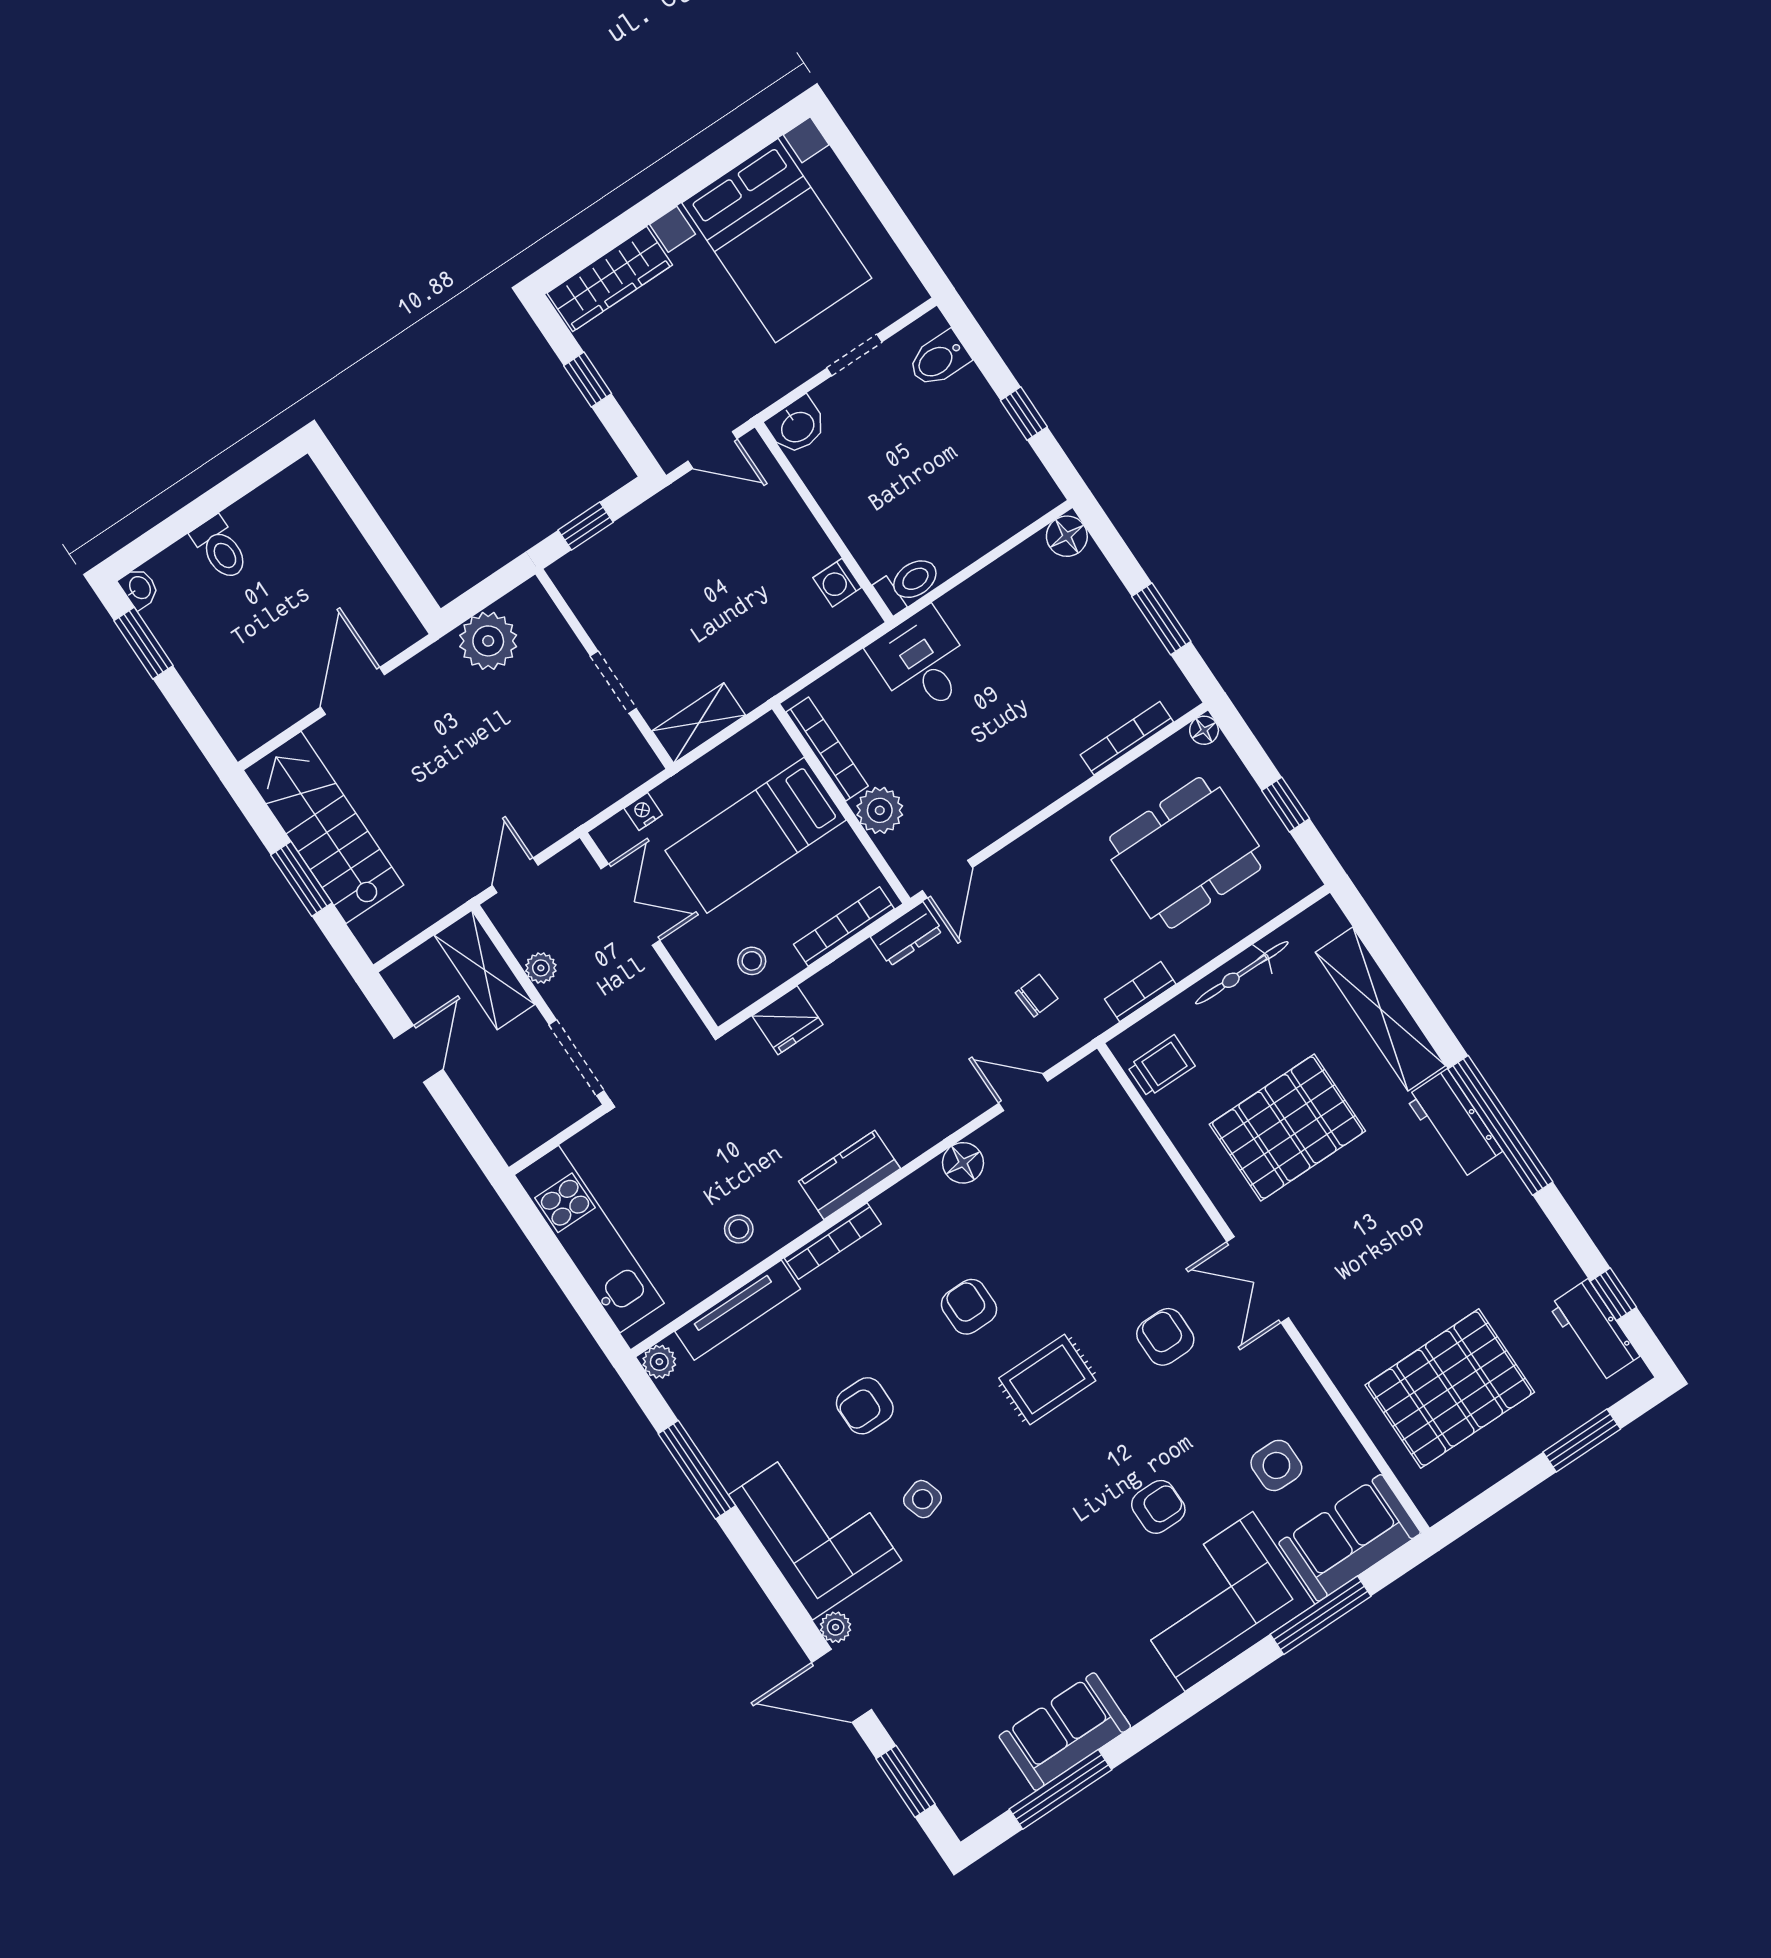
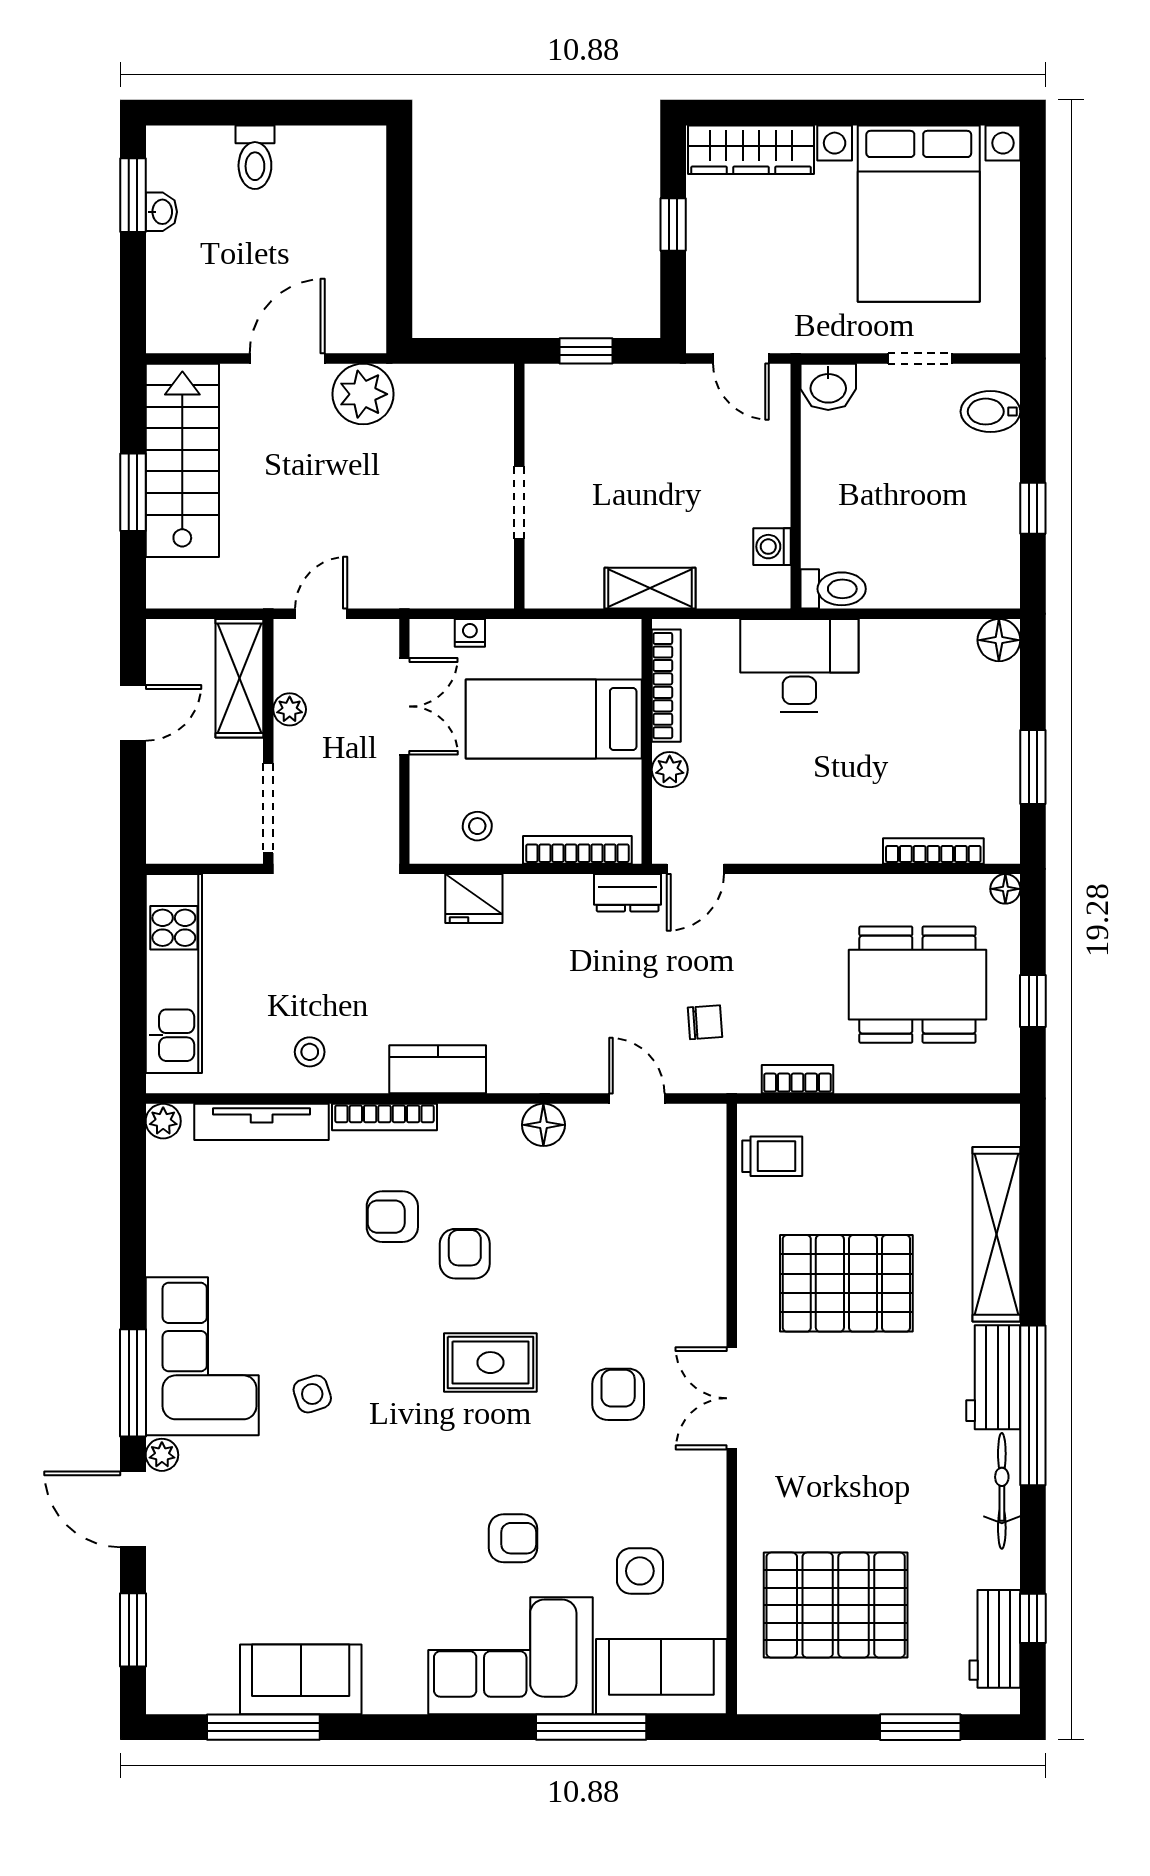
washbasin: (139, 588) -> (161, 212), moved
plant: (488, 641) -> (363, 394), moved
desk: (922, 662) -> (799, 665), width x1.37
shelving: (699, 723) -> (650, 588), moved
plant: (880, 810) -> (670, 770), width x0.73, depth x0.73
bicycle: (1242, 973) -> (1002, 1491), moved, turned 90
armchair: (865, 1406) -> (392, 1217), moved
window: (697, 1470) -> (133, 1383), moved

